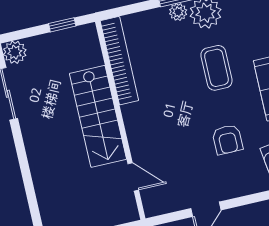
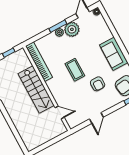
coffee table: (216, 68) -> (75, 70), moved

